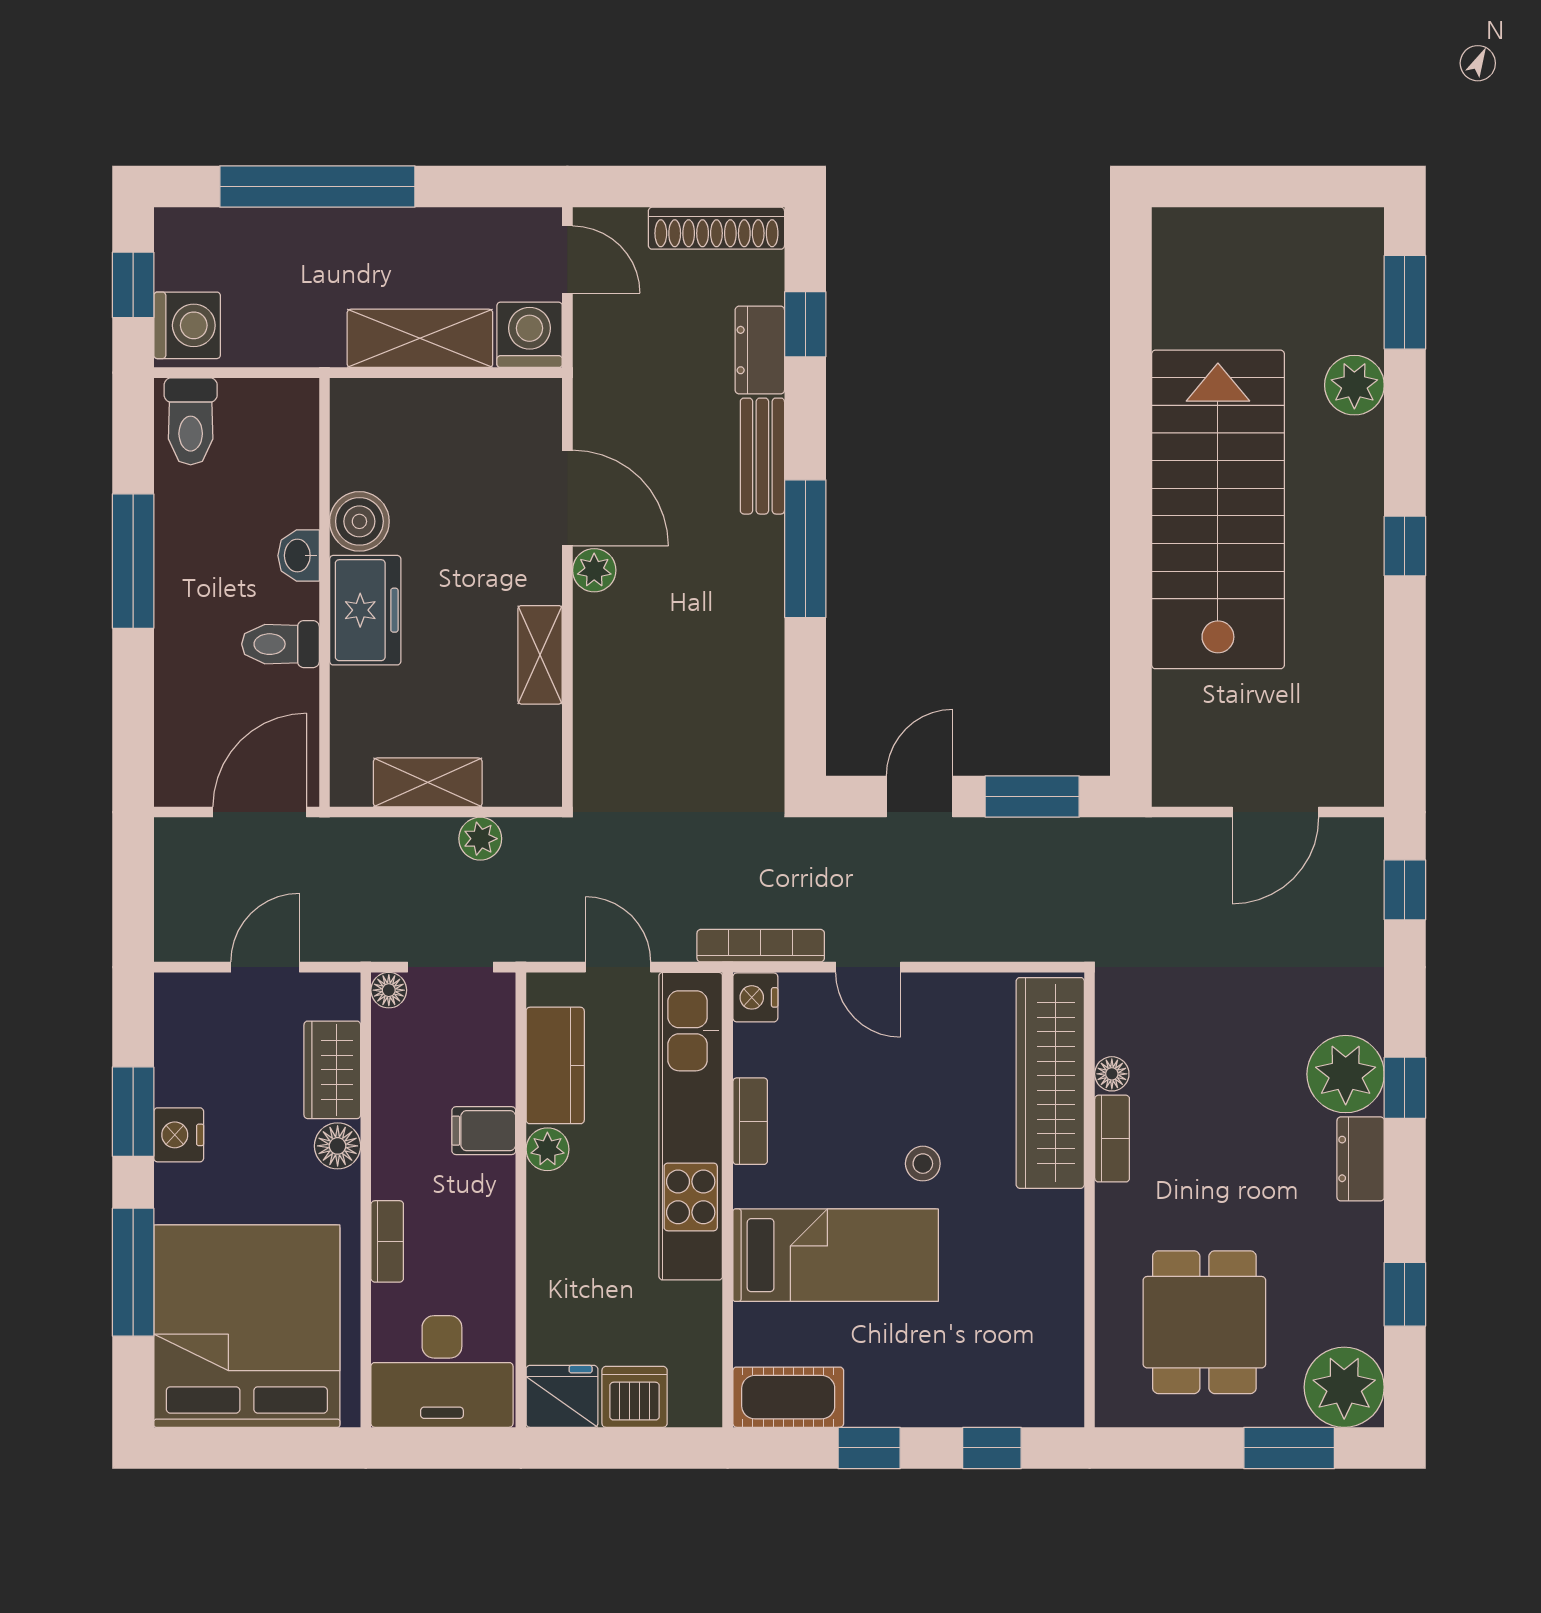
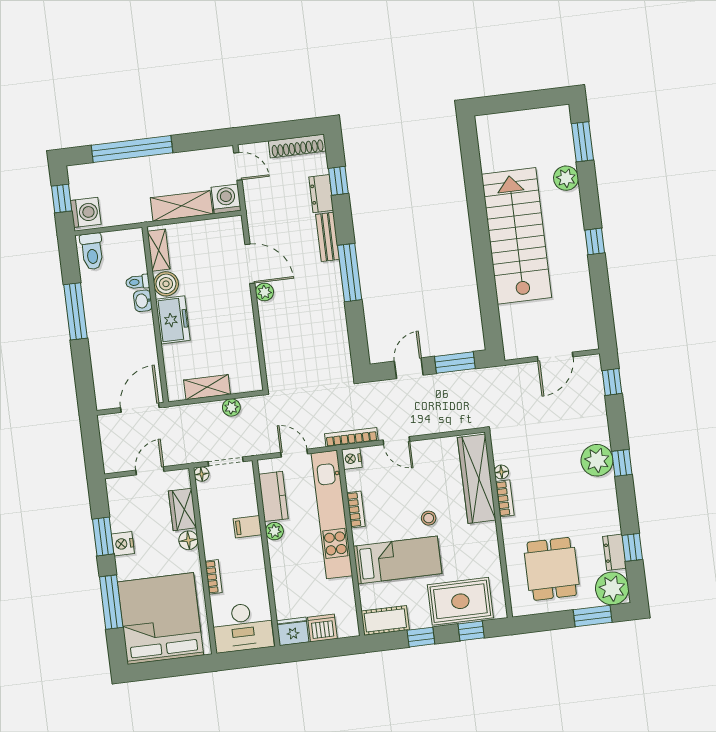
toilet: (280, 644) -> (137, 282), moved, width x0.73, depth x0.72
shelving: (540, 655) -> (159, 250), moved
dresser: (1361, 1159) -> (615, 552), moved
rug: (975, 1373) -> (460, 601), added

